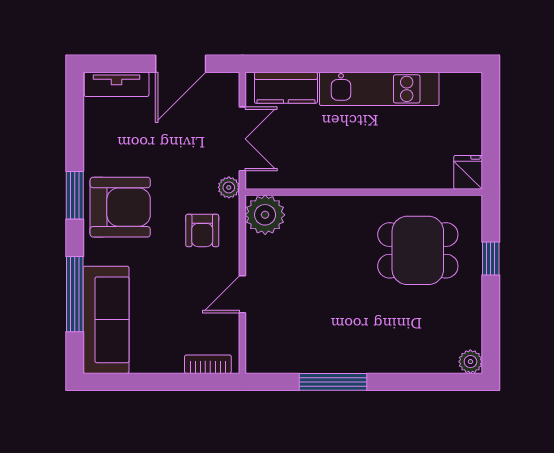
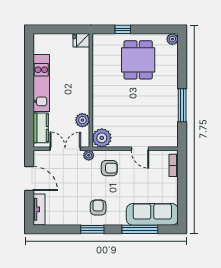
plant: (302, 175) -> (82, 120), added
armchair: (120, 207) -> (98, 208), width x0.53, depth x0.53
dining table: (418, 250) -> (138, 60), moved

